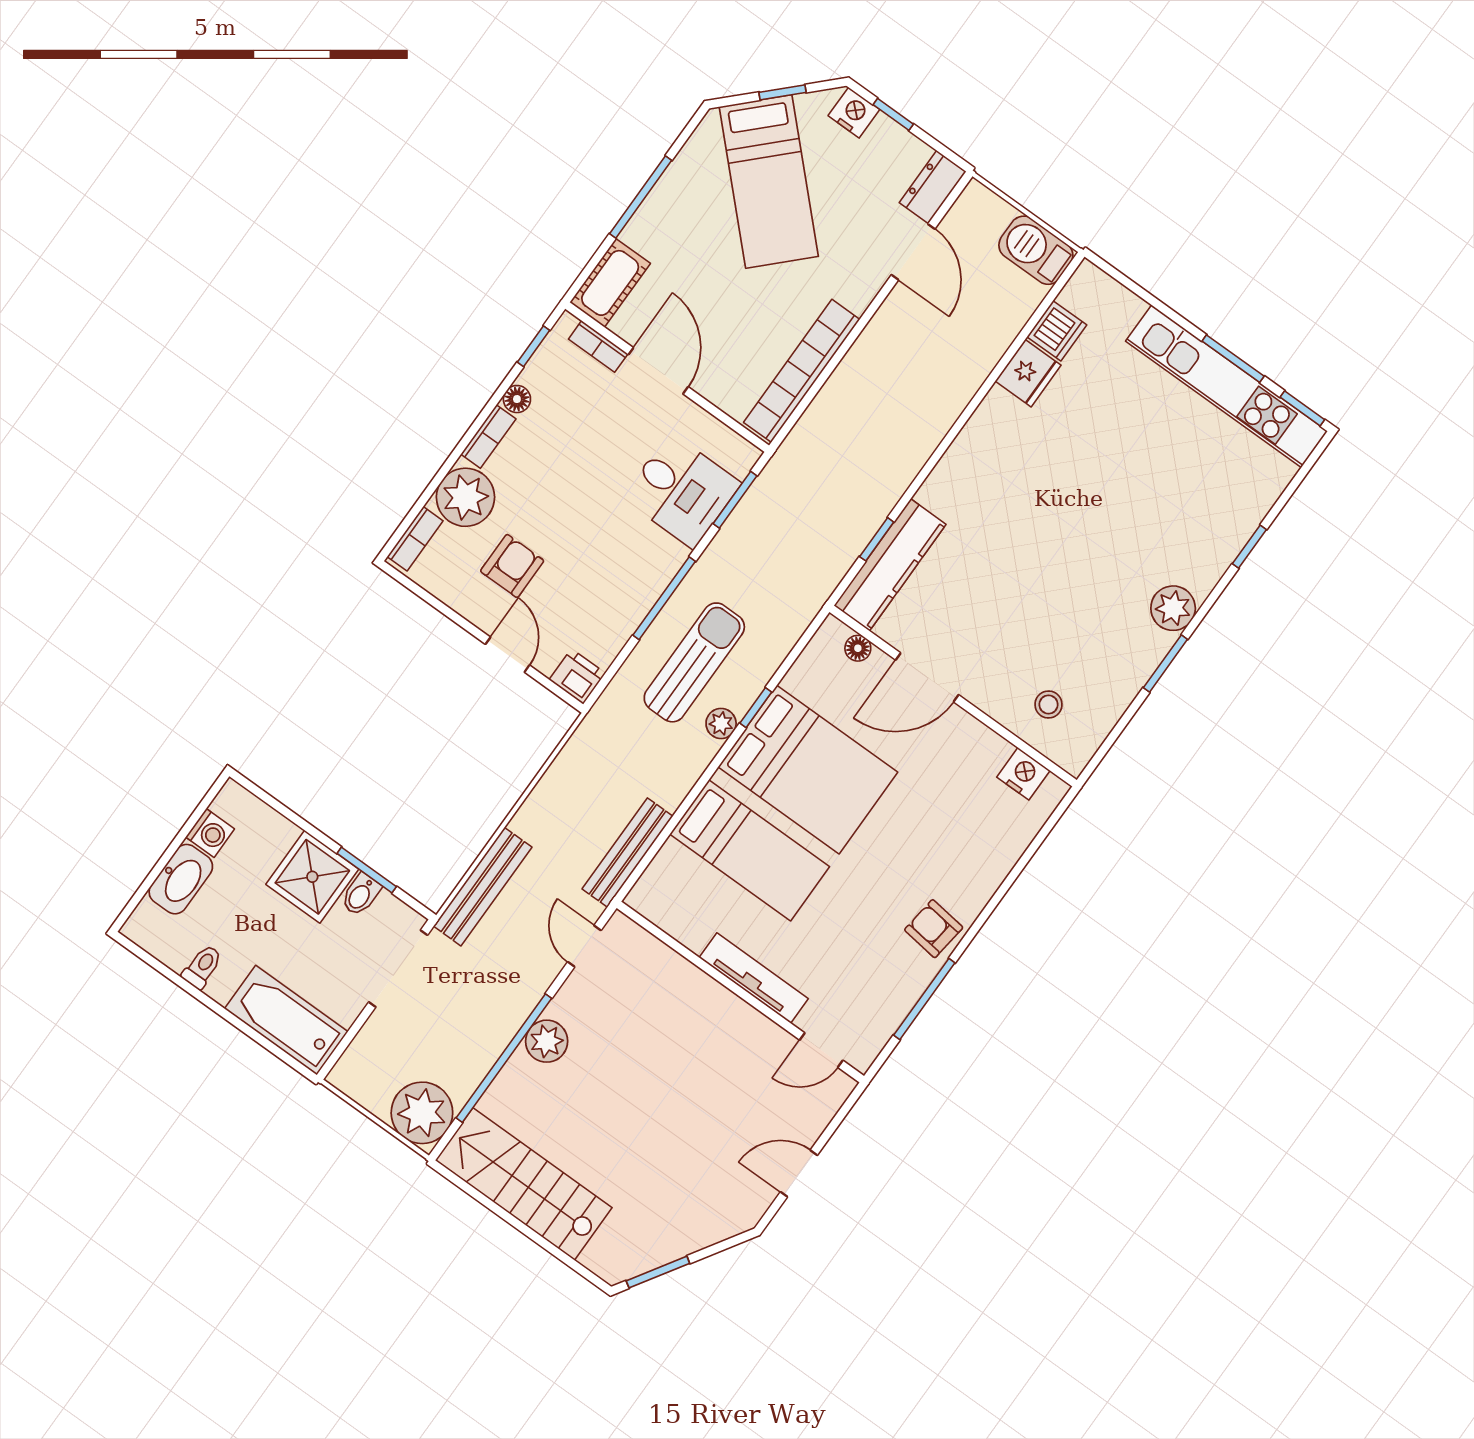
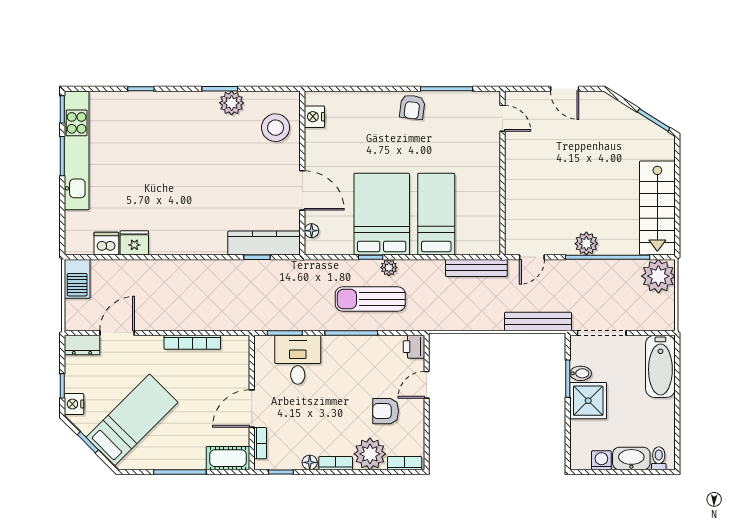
bookcase: (802, 371) -> (192, 342), width x0.68, depth x0.76
plant: (1173, 608) -> (232, 103), moved
stool: (1049, 704) -> (276, 128), width x1.89, depth x1.89
toilet: (202, 967) -> (659, 458), moved, turned 90
tv unit: (754, 978) -> (492, 171), removed

